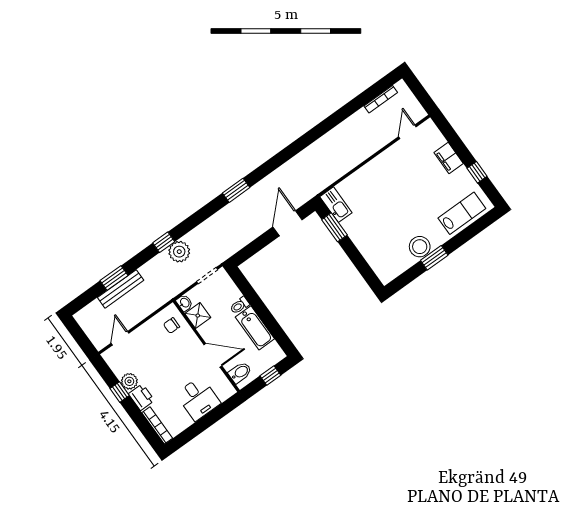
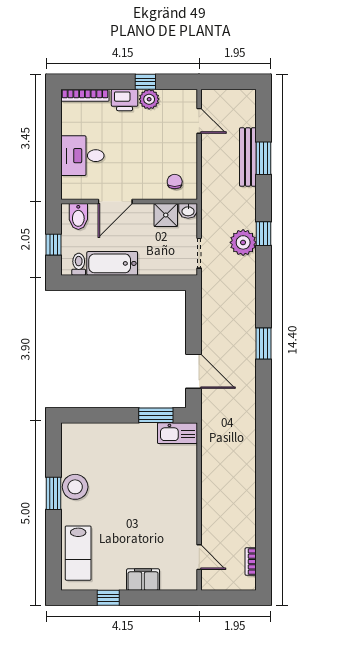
bookcase: (381, 99) -> (251, 562), width x0.64
toilet: (240, 305) -> (79, 264), moved

